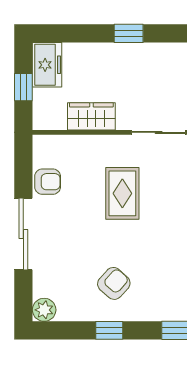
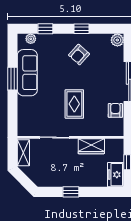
armchair: (48, 182) -> (115, 110), turned 90

